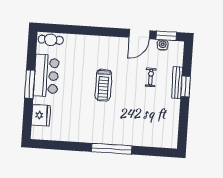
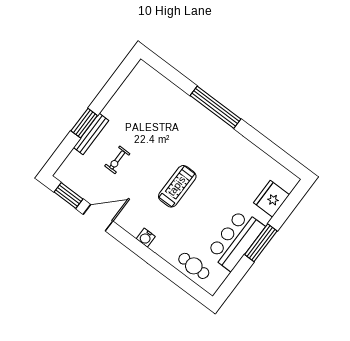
cafe table: (51, 40) -> (194, 266), moved
water cooler: (163, 45) -> (146, 238), moved

